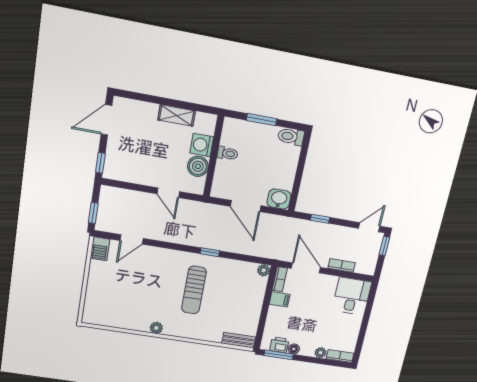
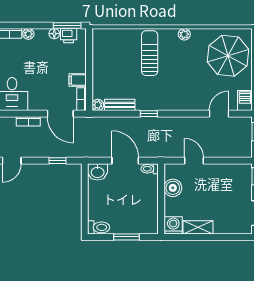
washing machine: (202, 145) -> (173, 225), moved, turned -90
toilet: (228, 153) -> (150, 169), moved
sun lounger: (194, 290) -> (150, 53), moved
parasol: (112, 299) -> (228, 56), added
bench: (239, 340) -> (120, 105), moved

